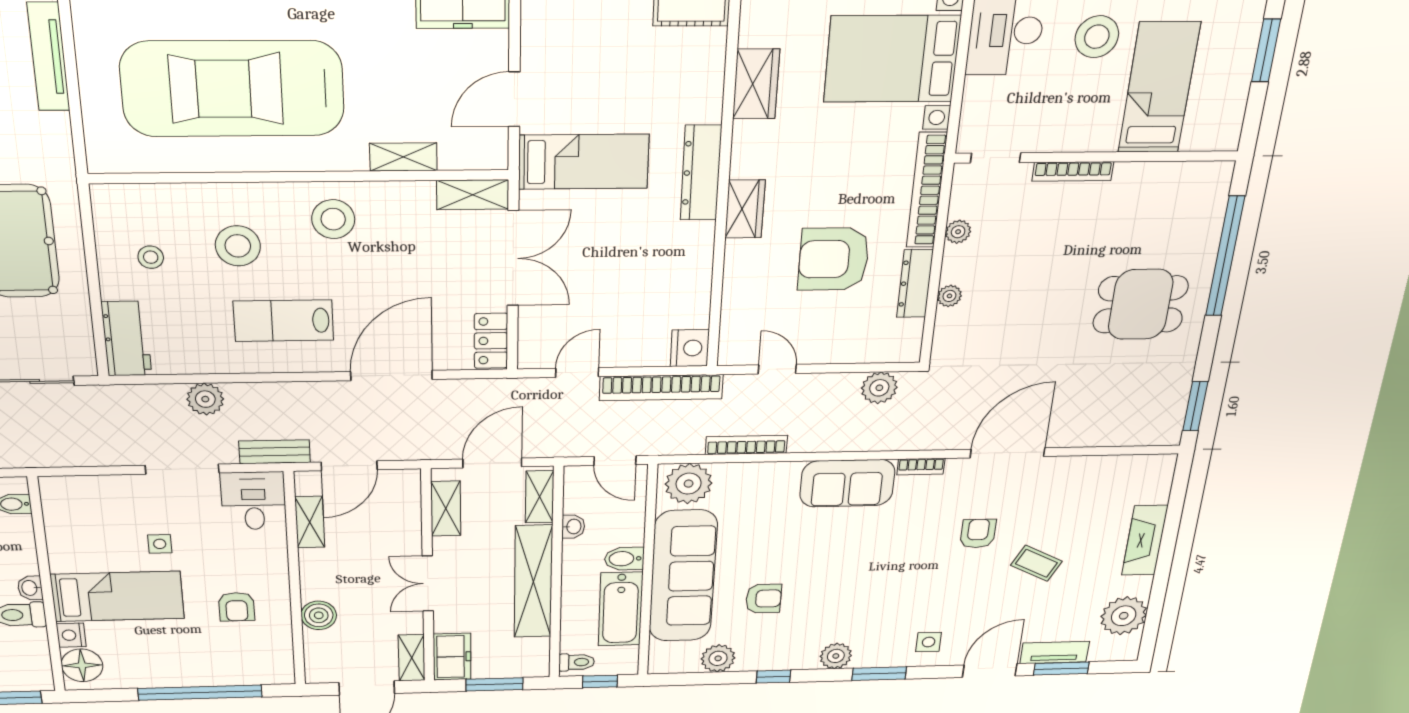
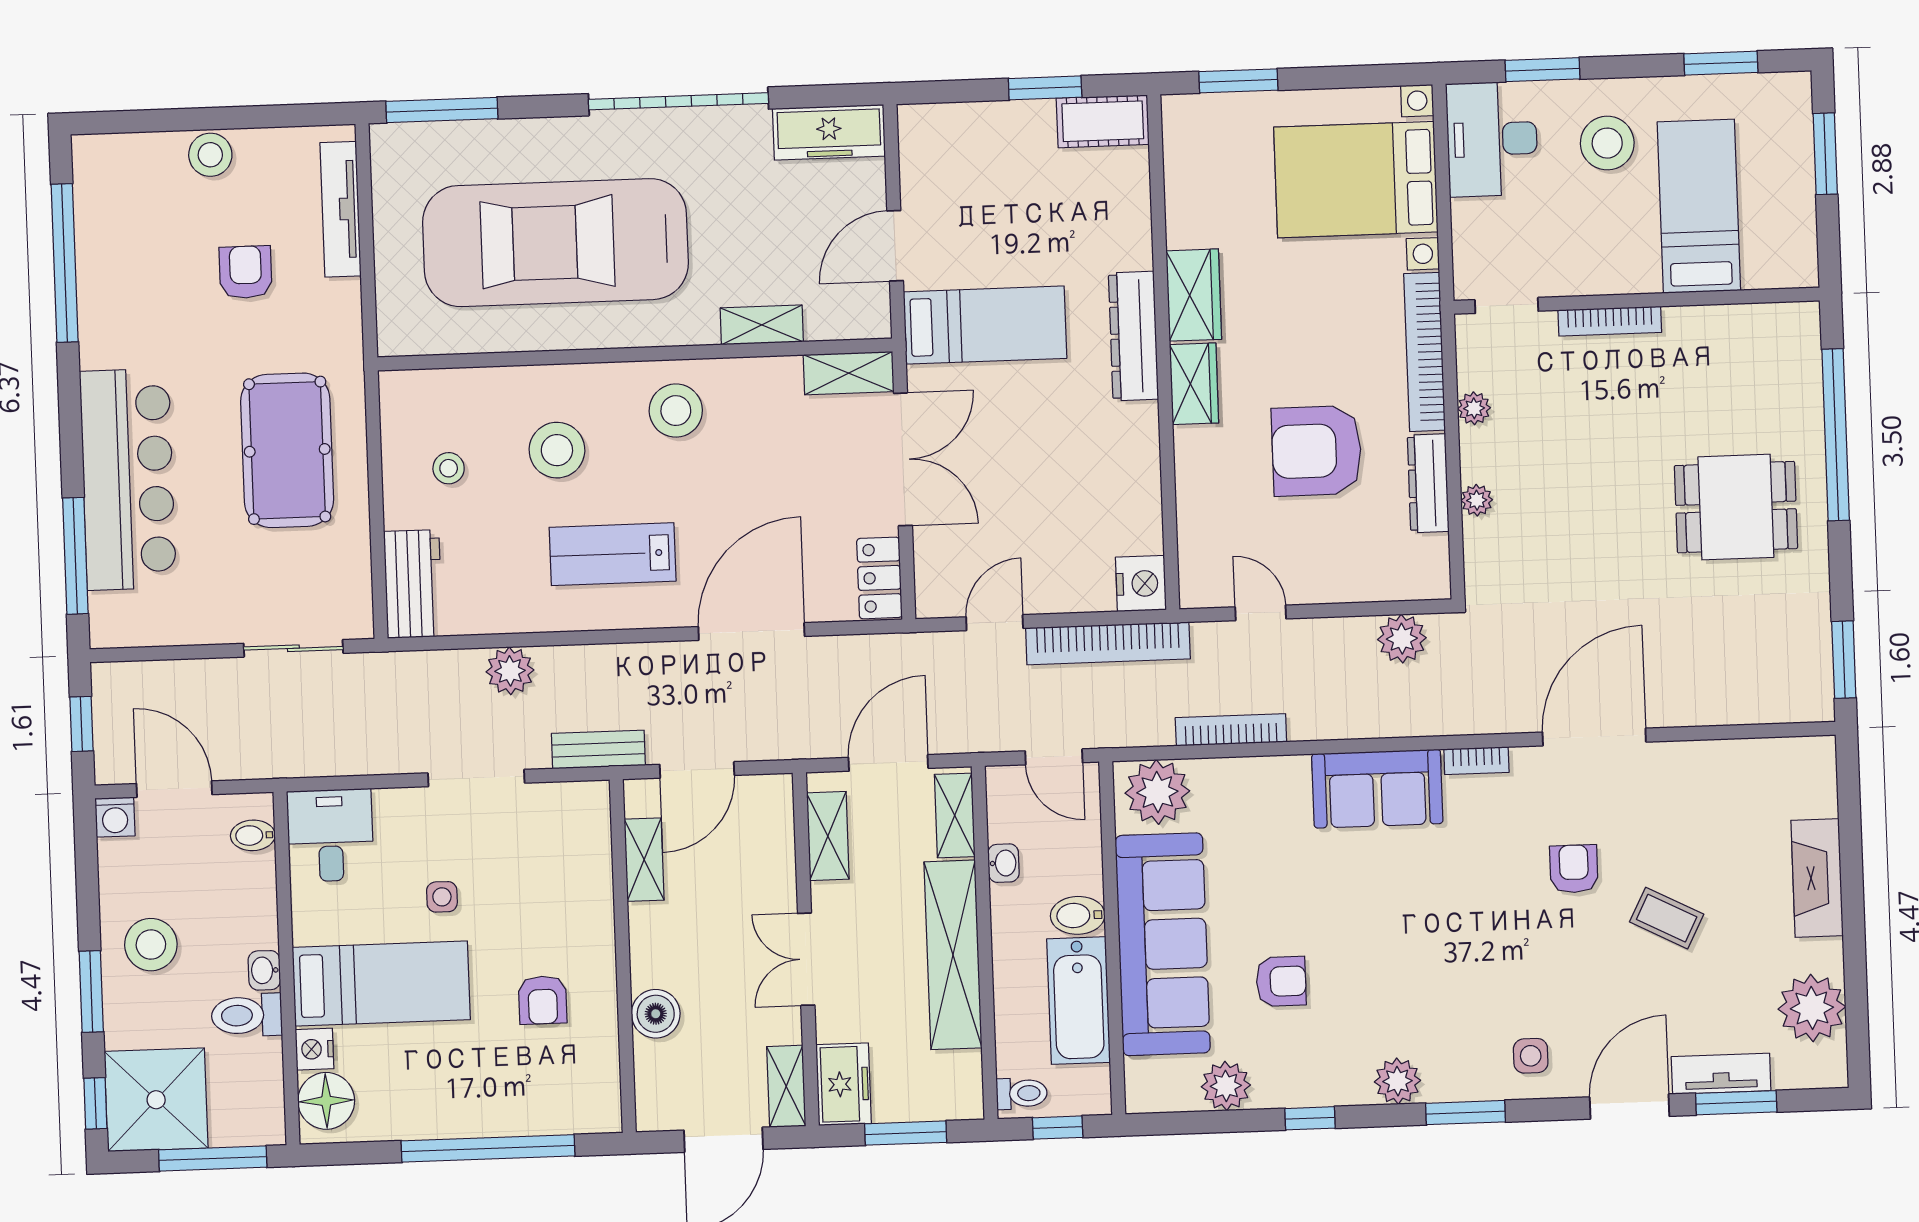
wardrobe: (756, 84) -> (1194, 295), moved
desk: (254, 501) -> (330, 835), moved

